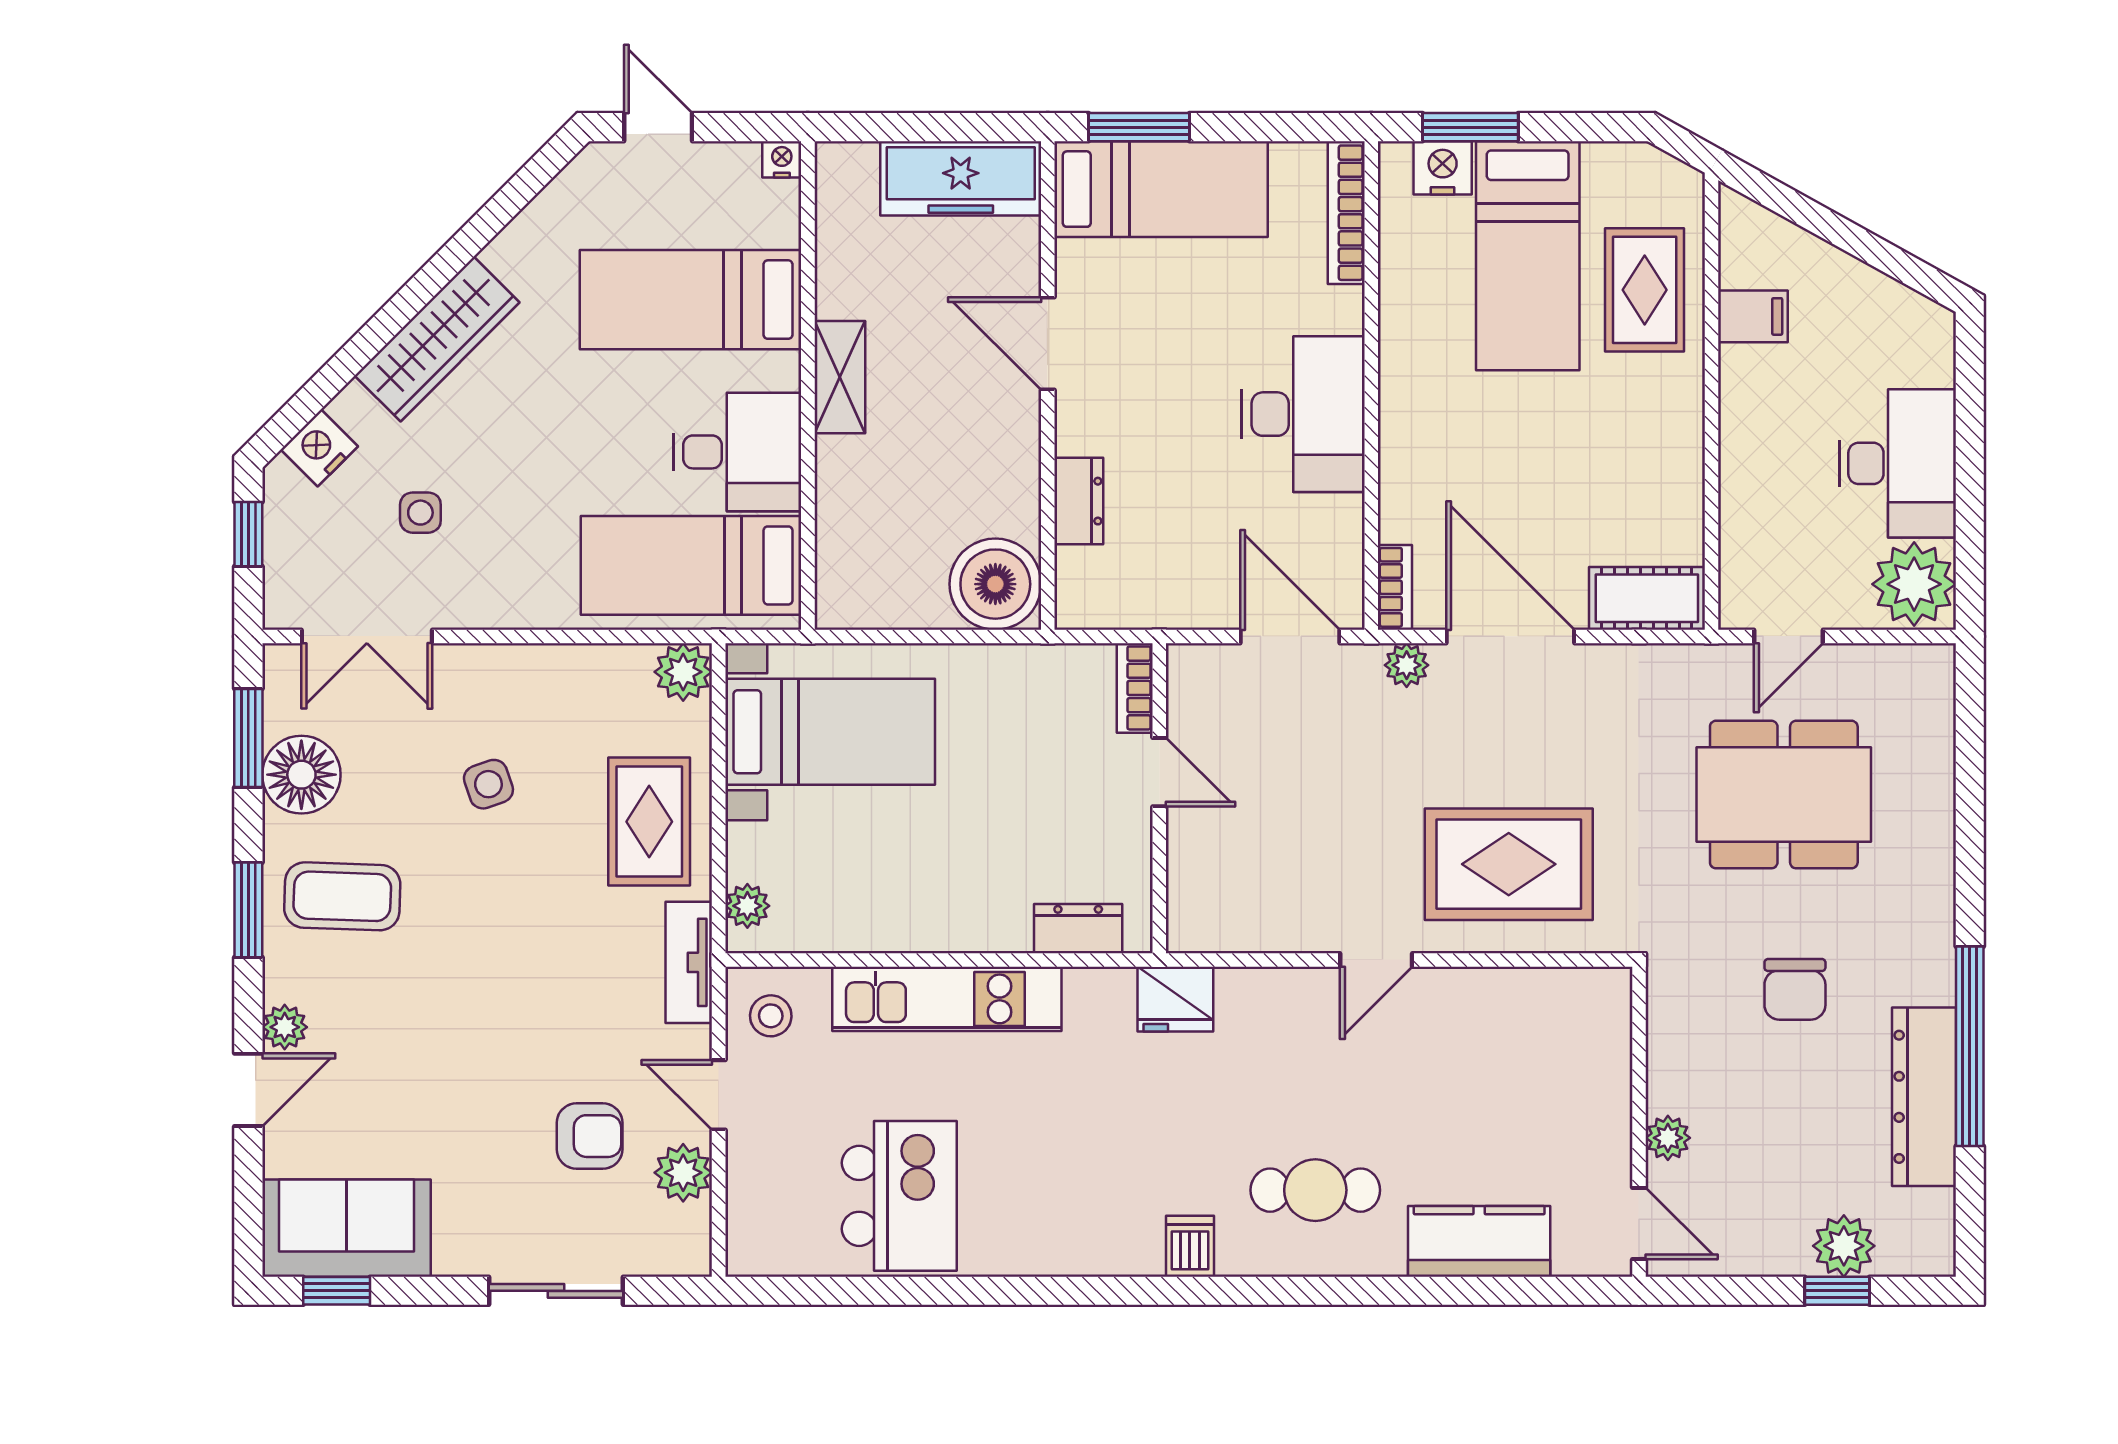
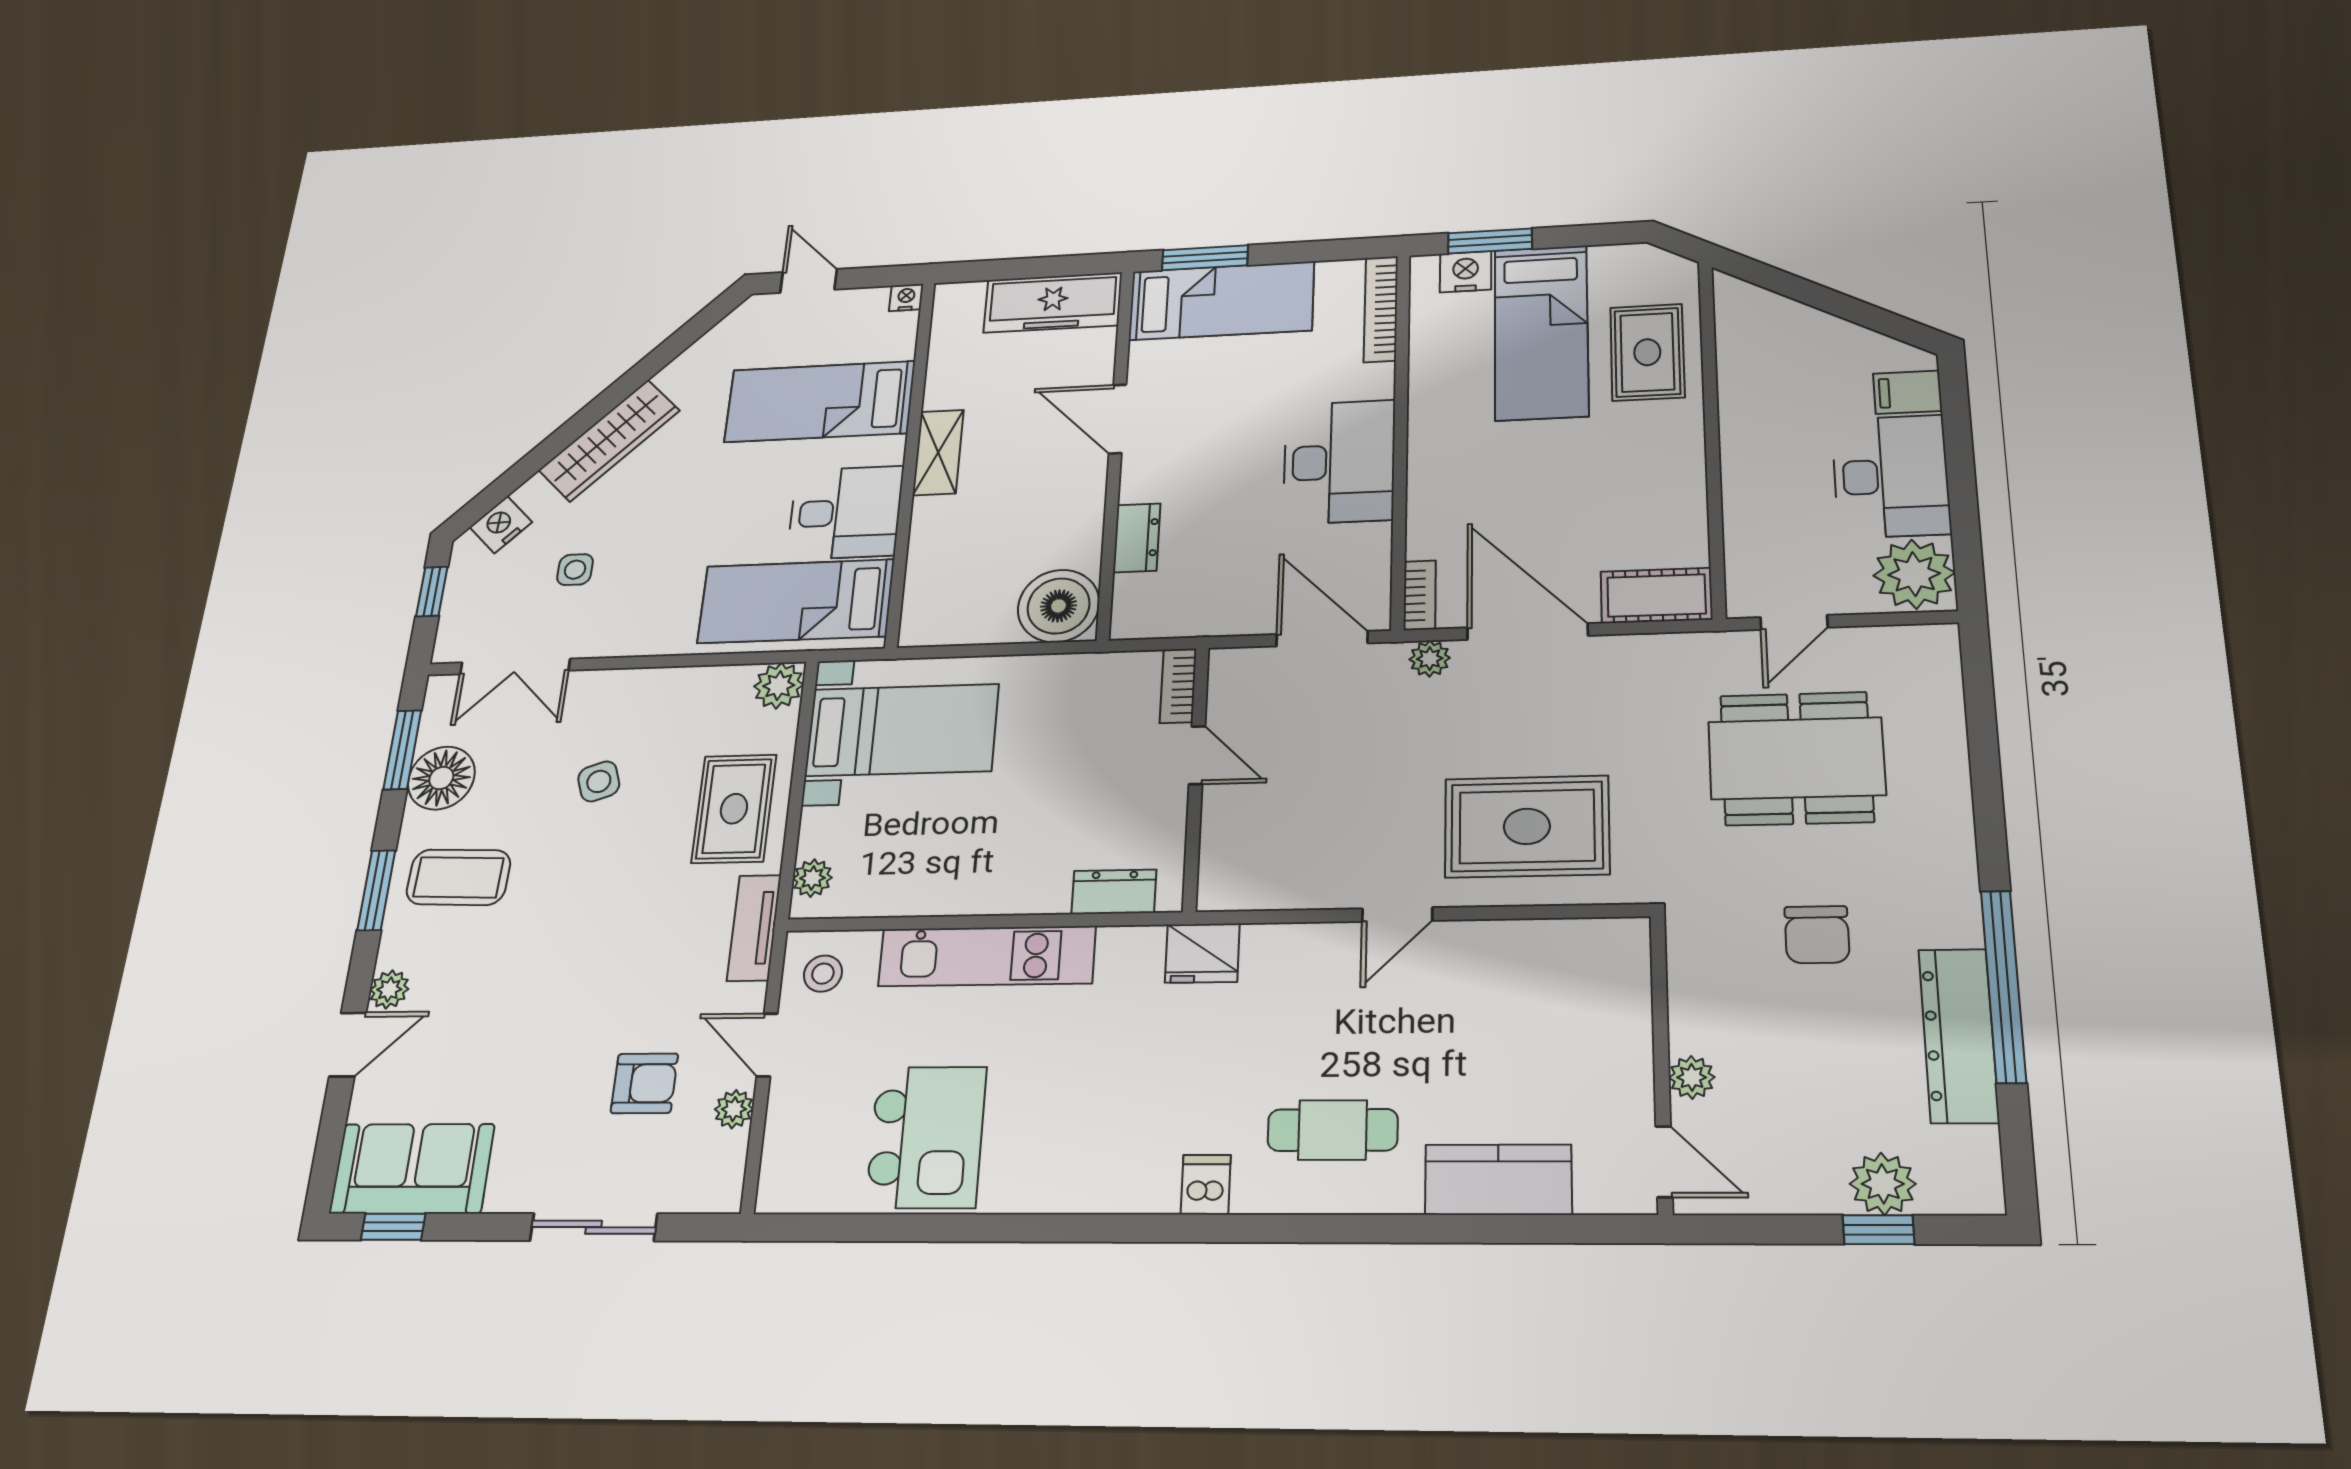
filing cabinet: (1753, 316) -> (1907, 392), moved, turned 180
plant: (683, 1173) -> (734, 1109), width x0.73, depth x0.73

